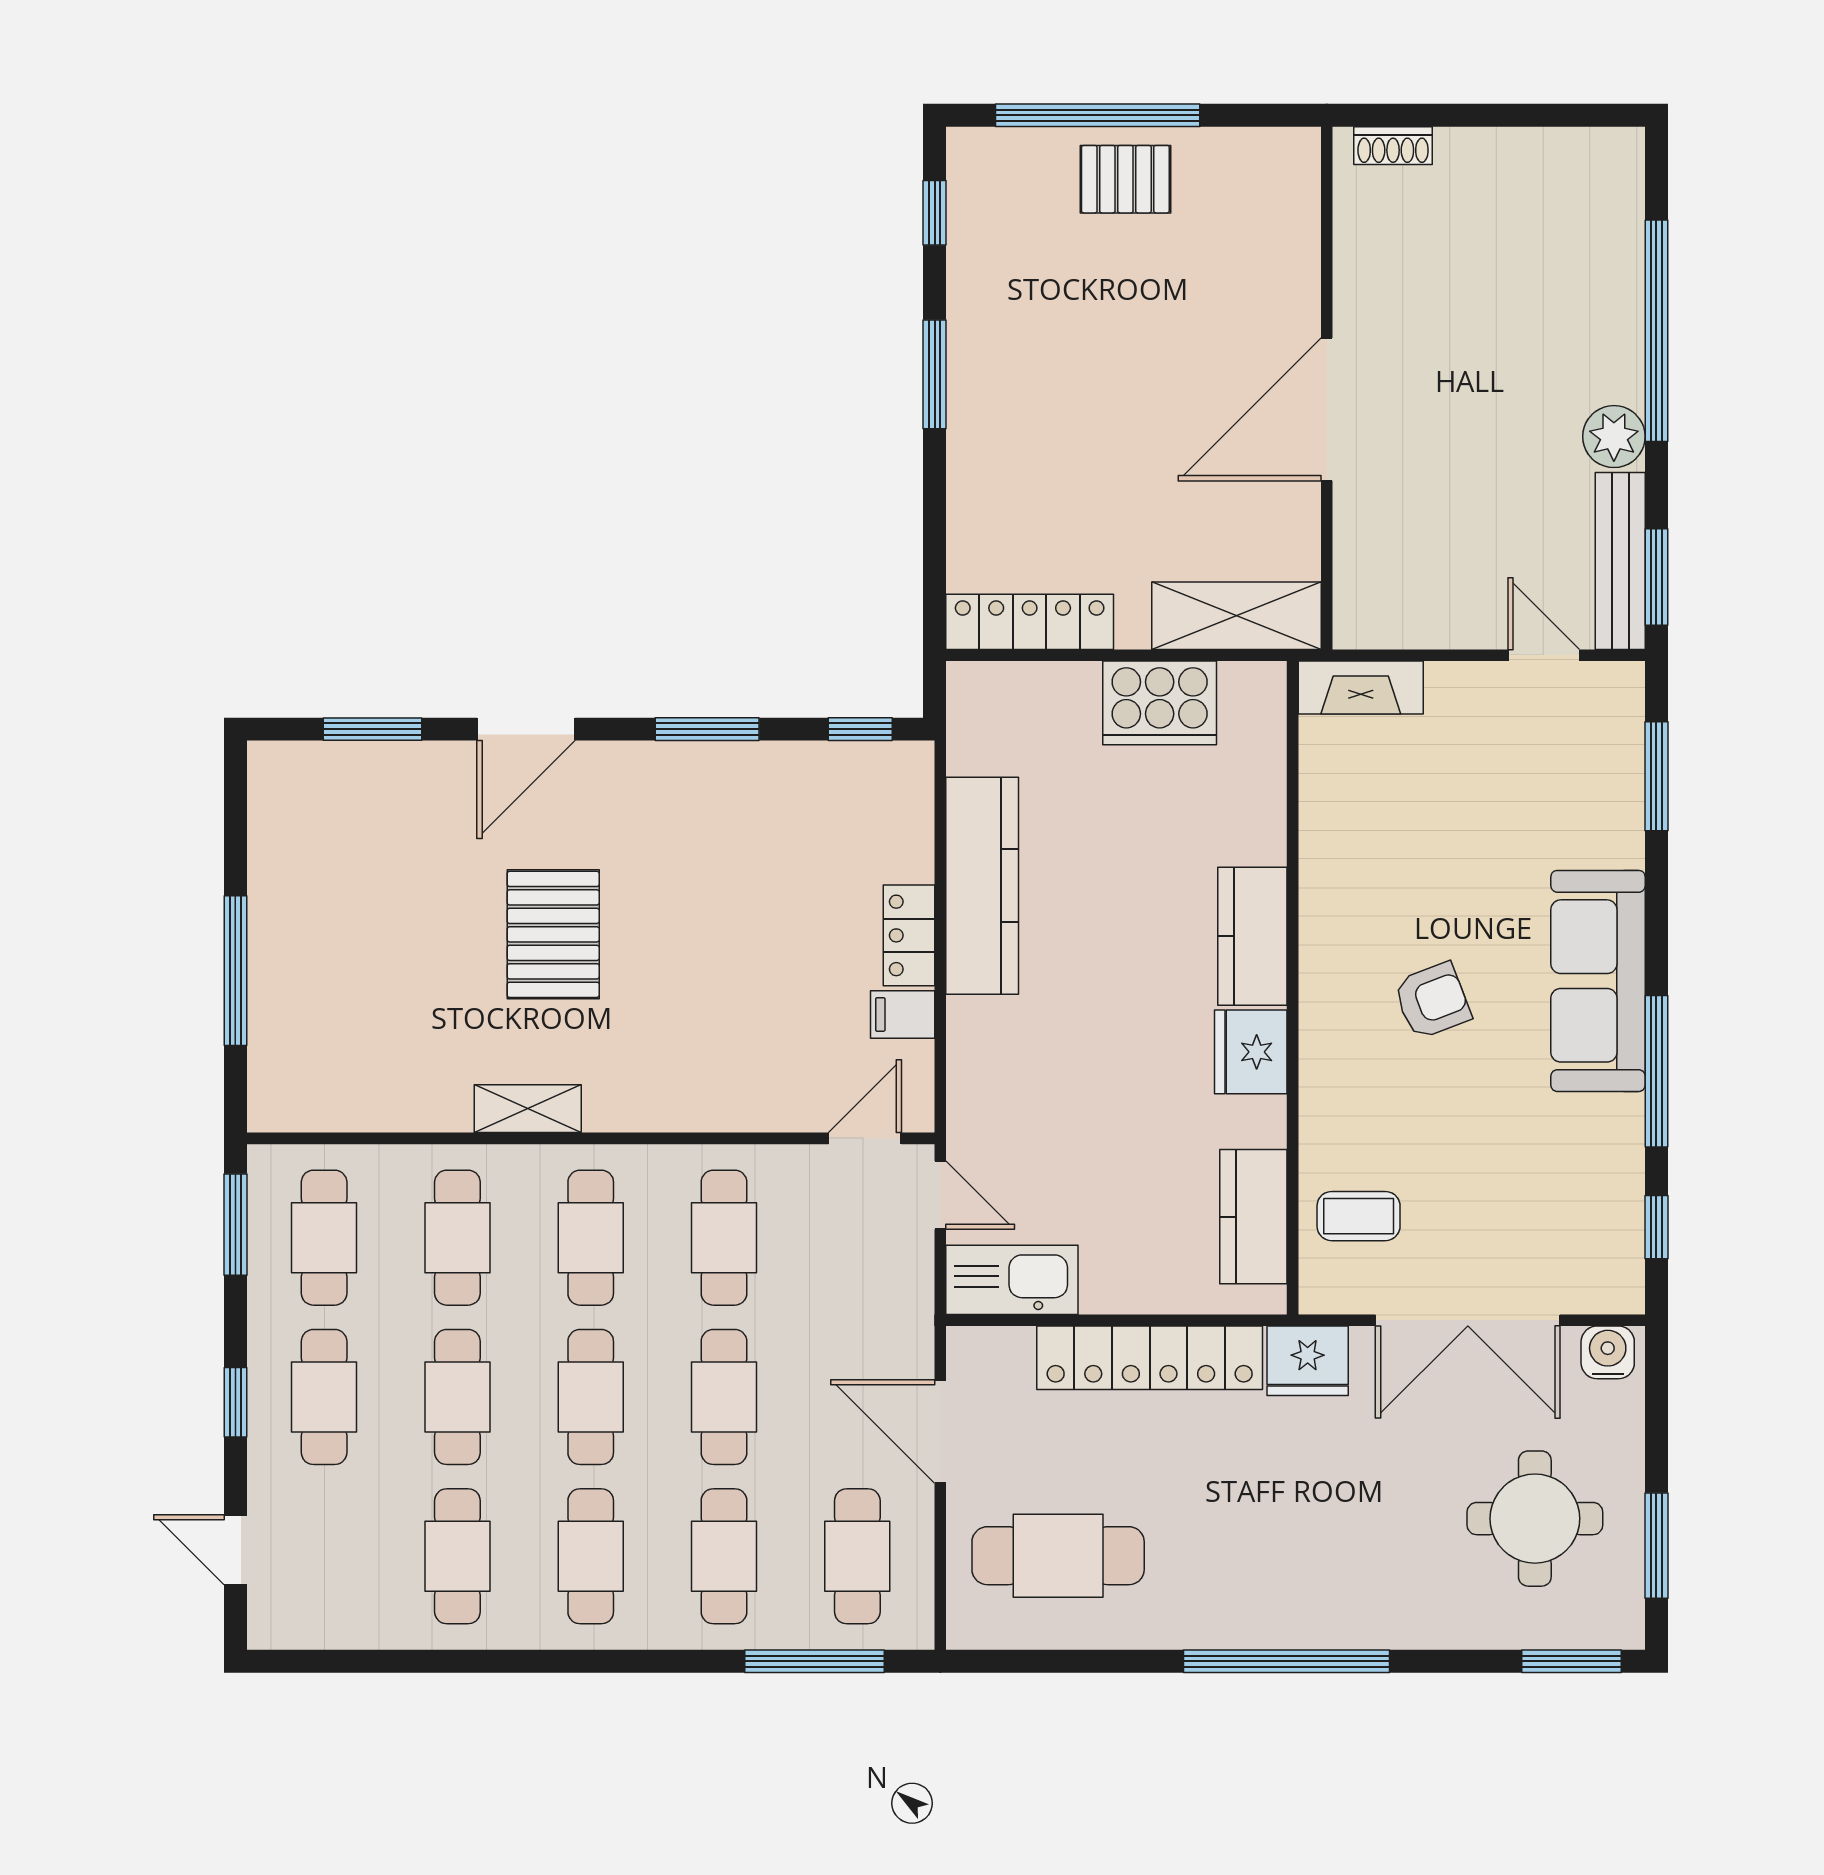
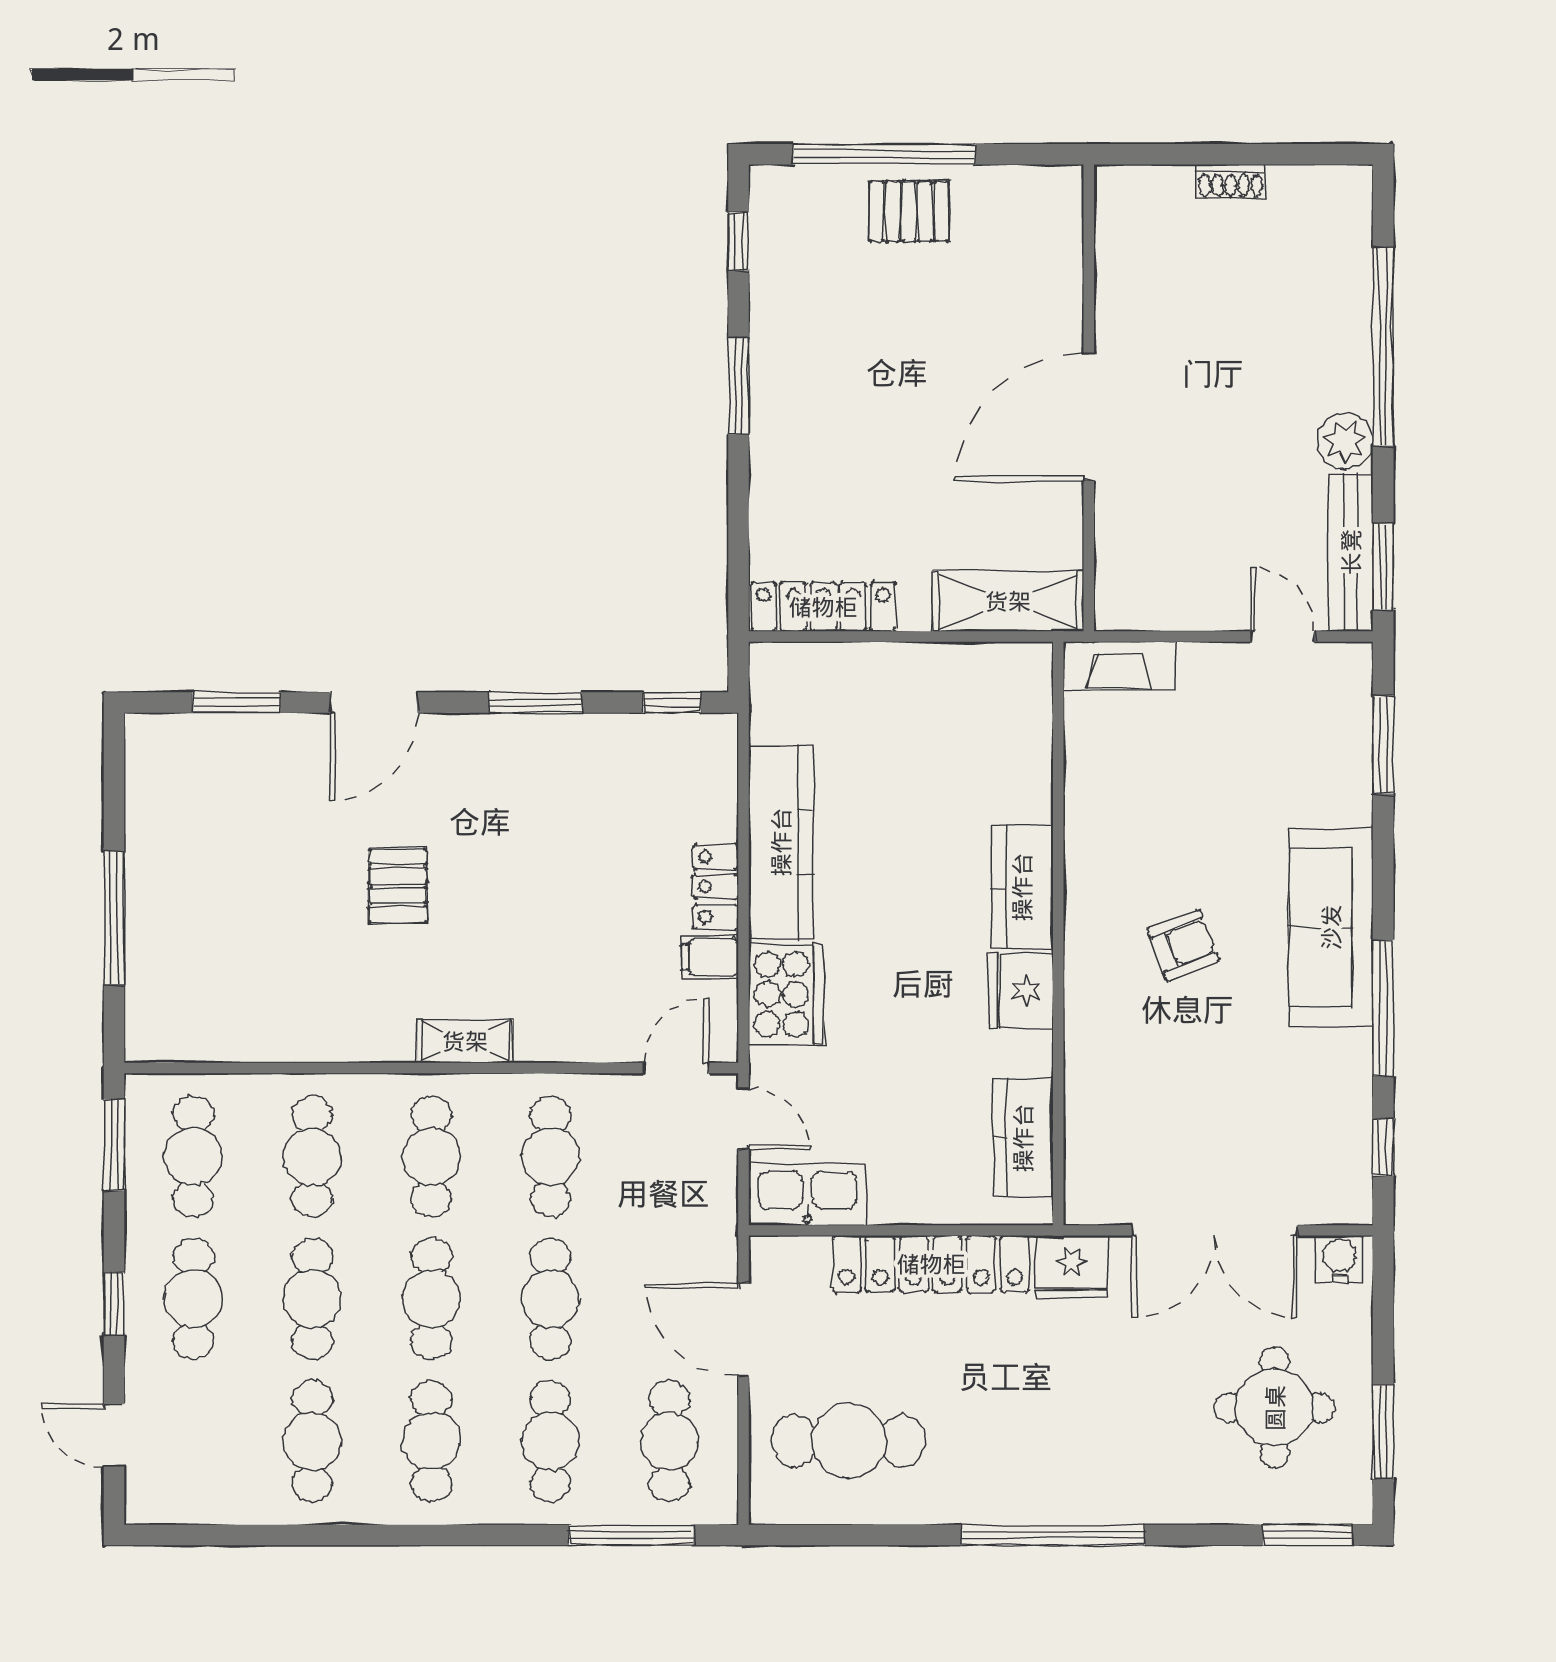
shoe rack: (1393, 146) -> (1231, 181), moved
cooker: (1160, 703) -> (786, 994), moved, turned -90
pallet: (553, 934) -> (398, 886), width x0.67, depth x0.71
shelving: (528, 1109) -> (465, 1041), moved
coffee table: (1359, 1216) -> (1117, 1137), removed

